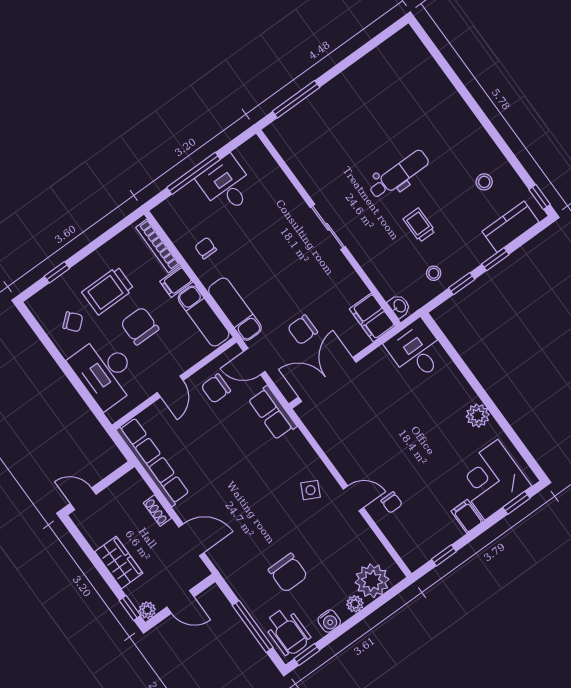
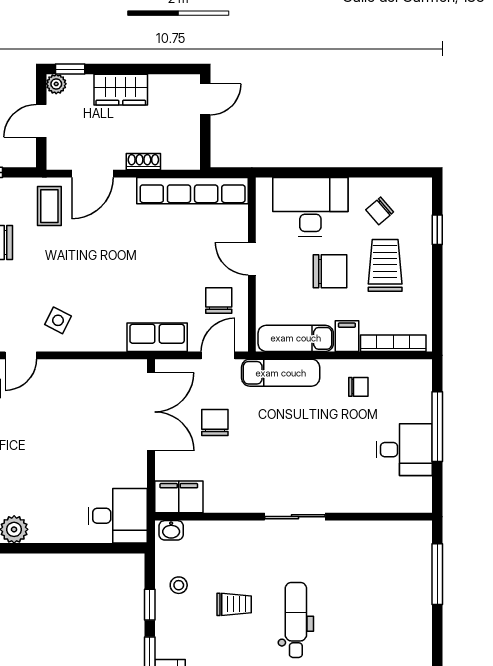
dental chair: (399, 174) -> (296, 620), turned 180
coffee table: (235, 554) -> (49, 206), added

